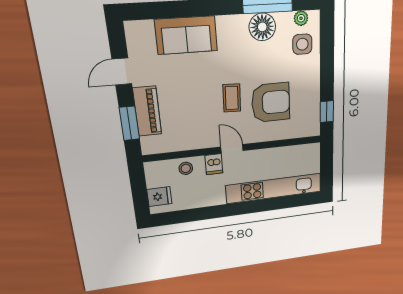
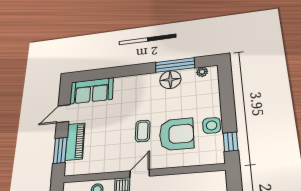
sofa: (186, 35) -> (92, 91), moved
side table: (302, 44) -> (212, 125), moved
door: (232, 149) -> (140, 173), hinge flipped

